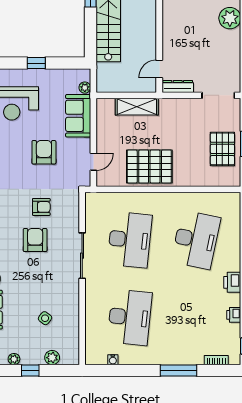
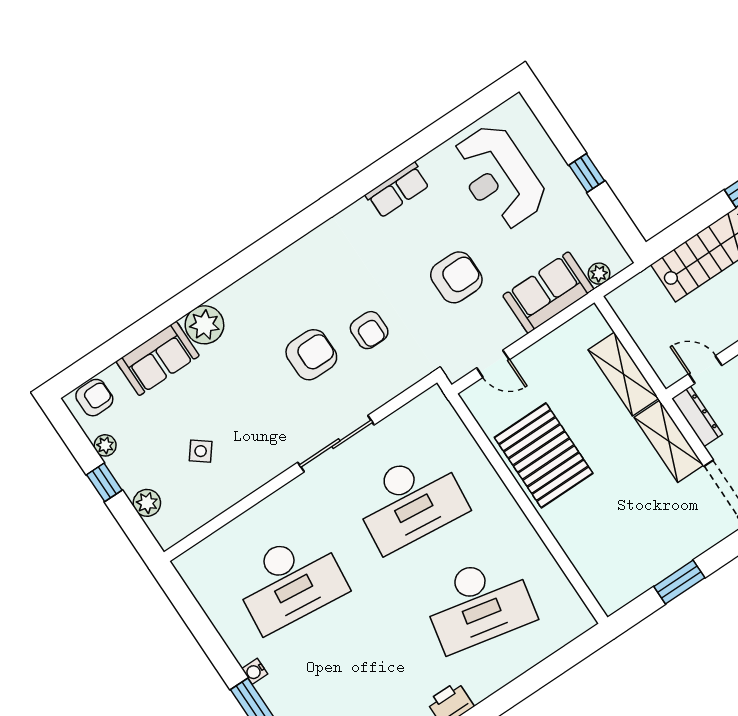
shelving: (180, 107) -> (669, 441), added
pallet: (222, 149) -> (647, 550), removed
water cooler: (113, 360) -> (255, 671), moved

